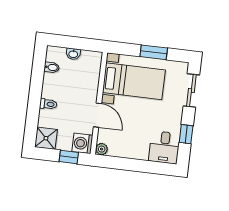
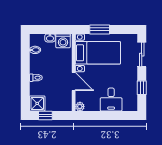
window: (154, 52) -> (100, 29), moved
washing machine: (82, 143) -> (63, 41), moved, turned -90
desk: (164, 147) -> (111, 100), moved
window: (69, 157) -> (45, 115), moved

